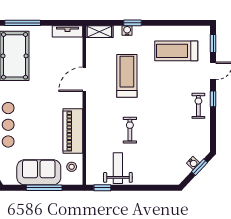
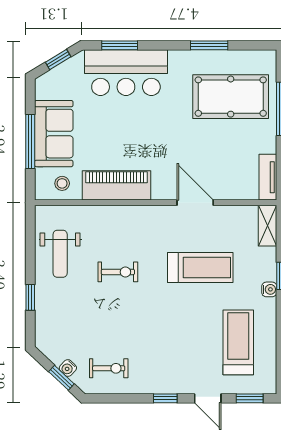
water cooler: (127, 31) -> (269, 289), moved
exercise bike: (198, 106) -> (109, 368), moved
weight bench: (118, 168) -> (60, 254), turned 90
window: (102, 188) -> (30, 297), moved

